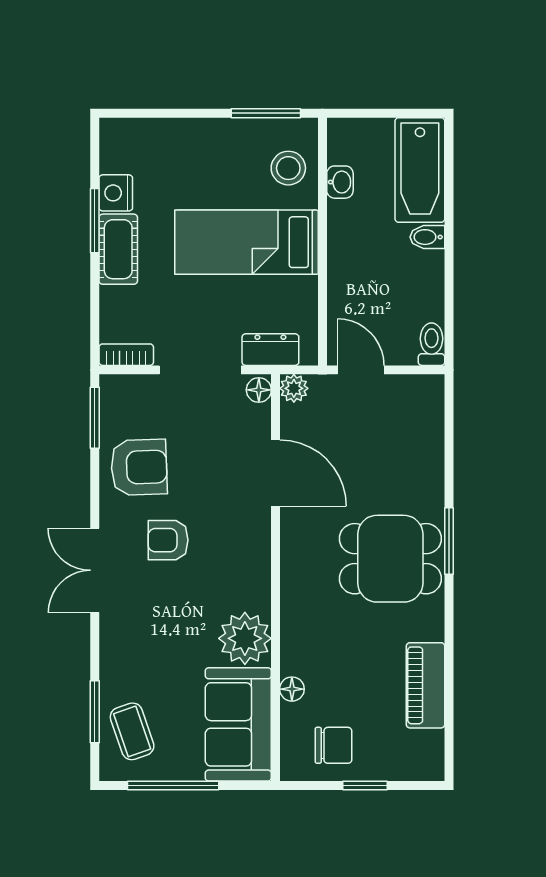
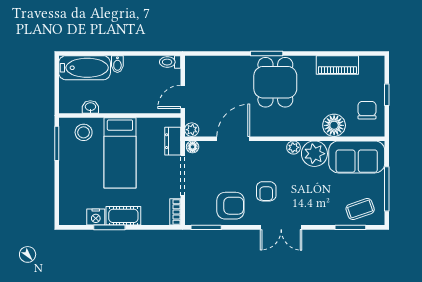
armchair: (139, 467) -> (230, 206), turned 92
plant: (257, 596) -> (293, 147), added
floor lamp: (292, 689) -> (334, 125), width x1.89, depth x1.89

